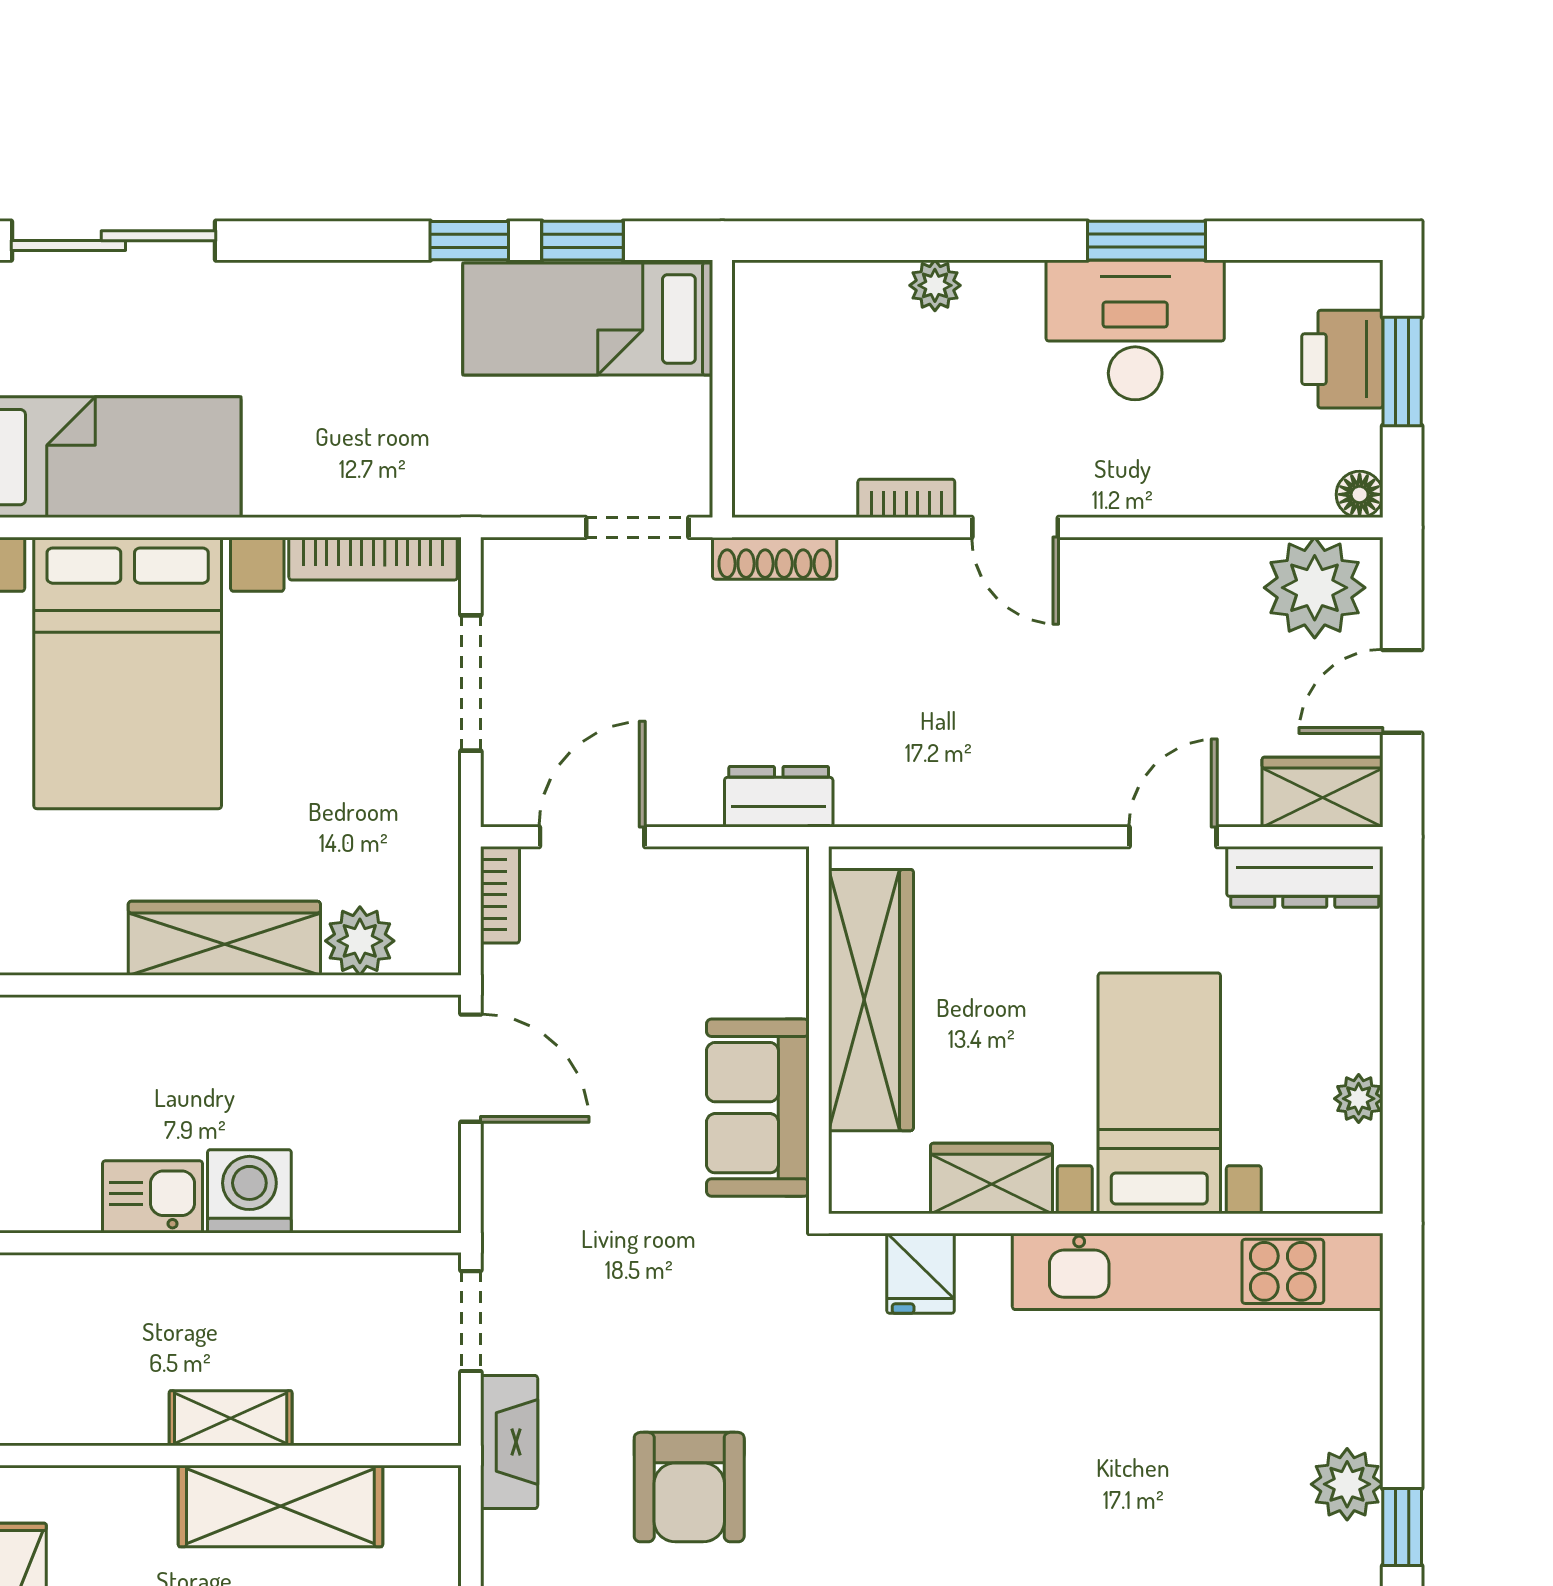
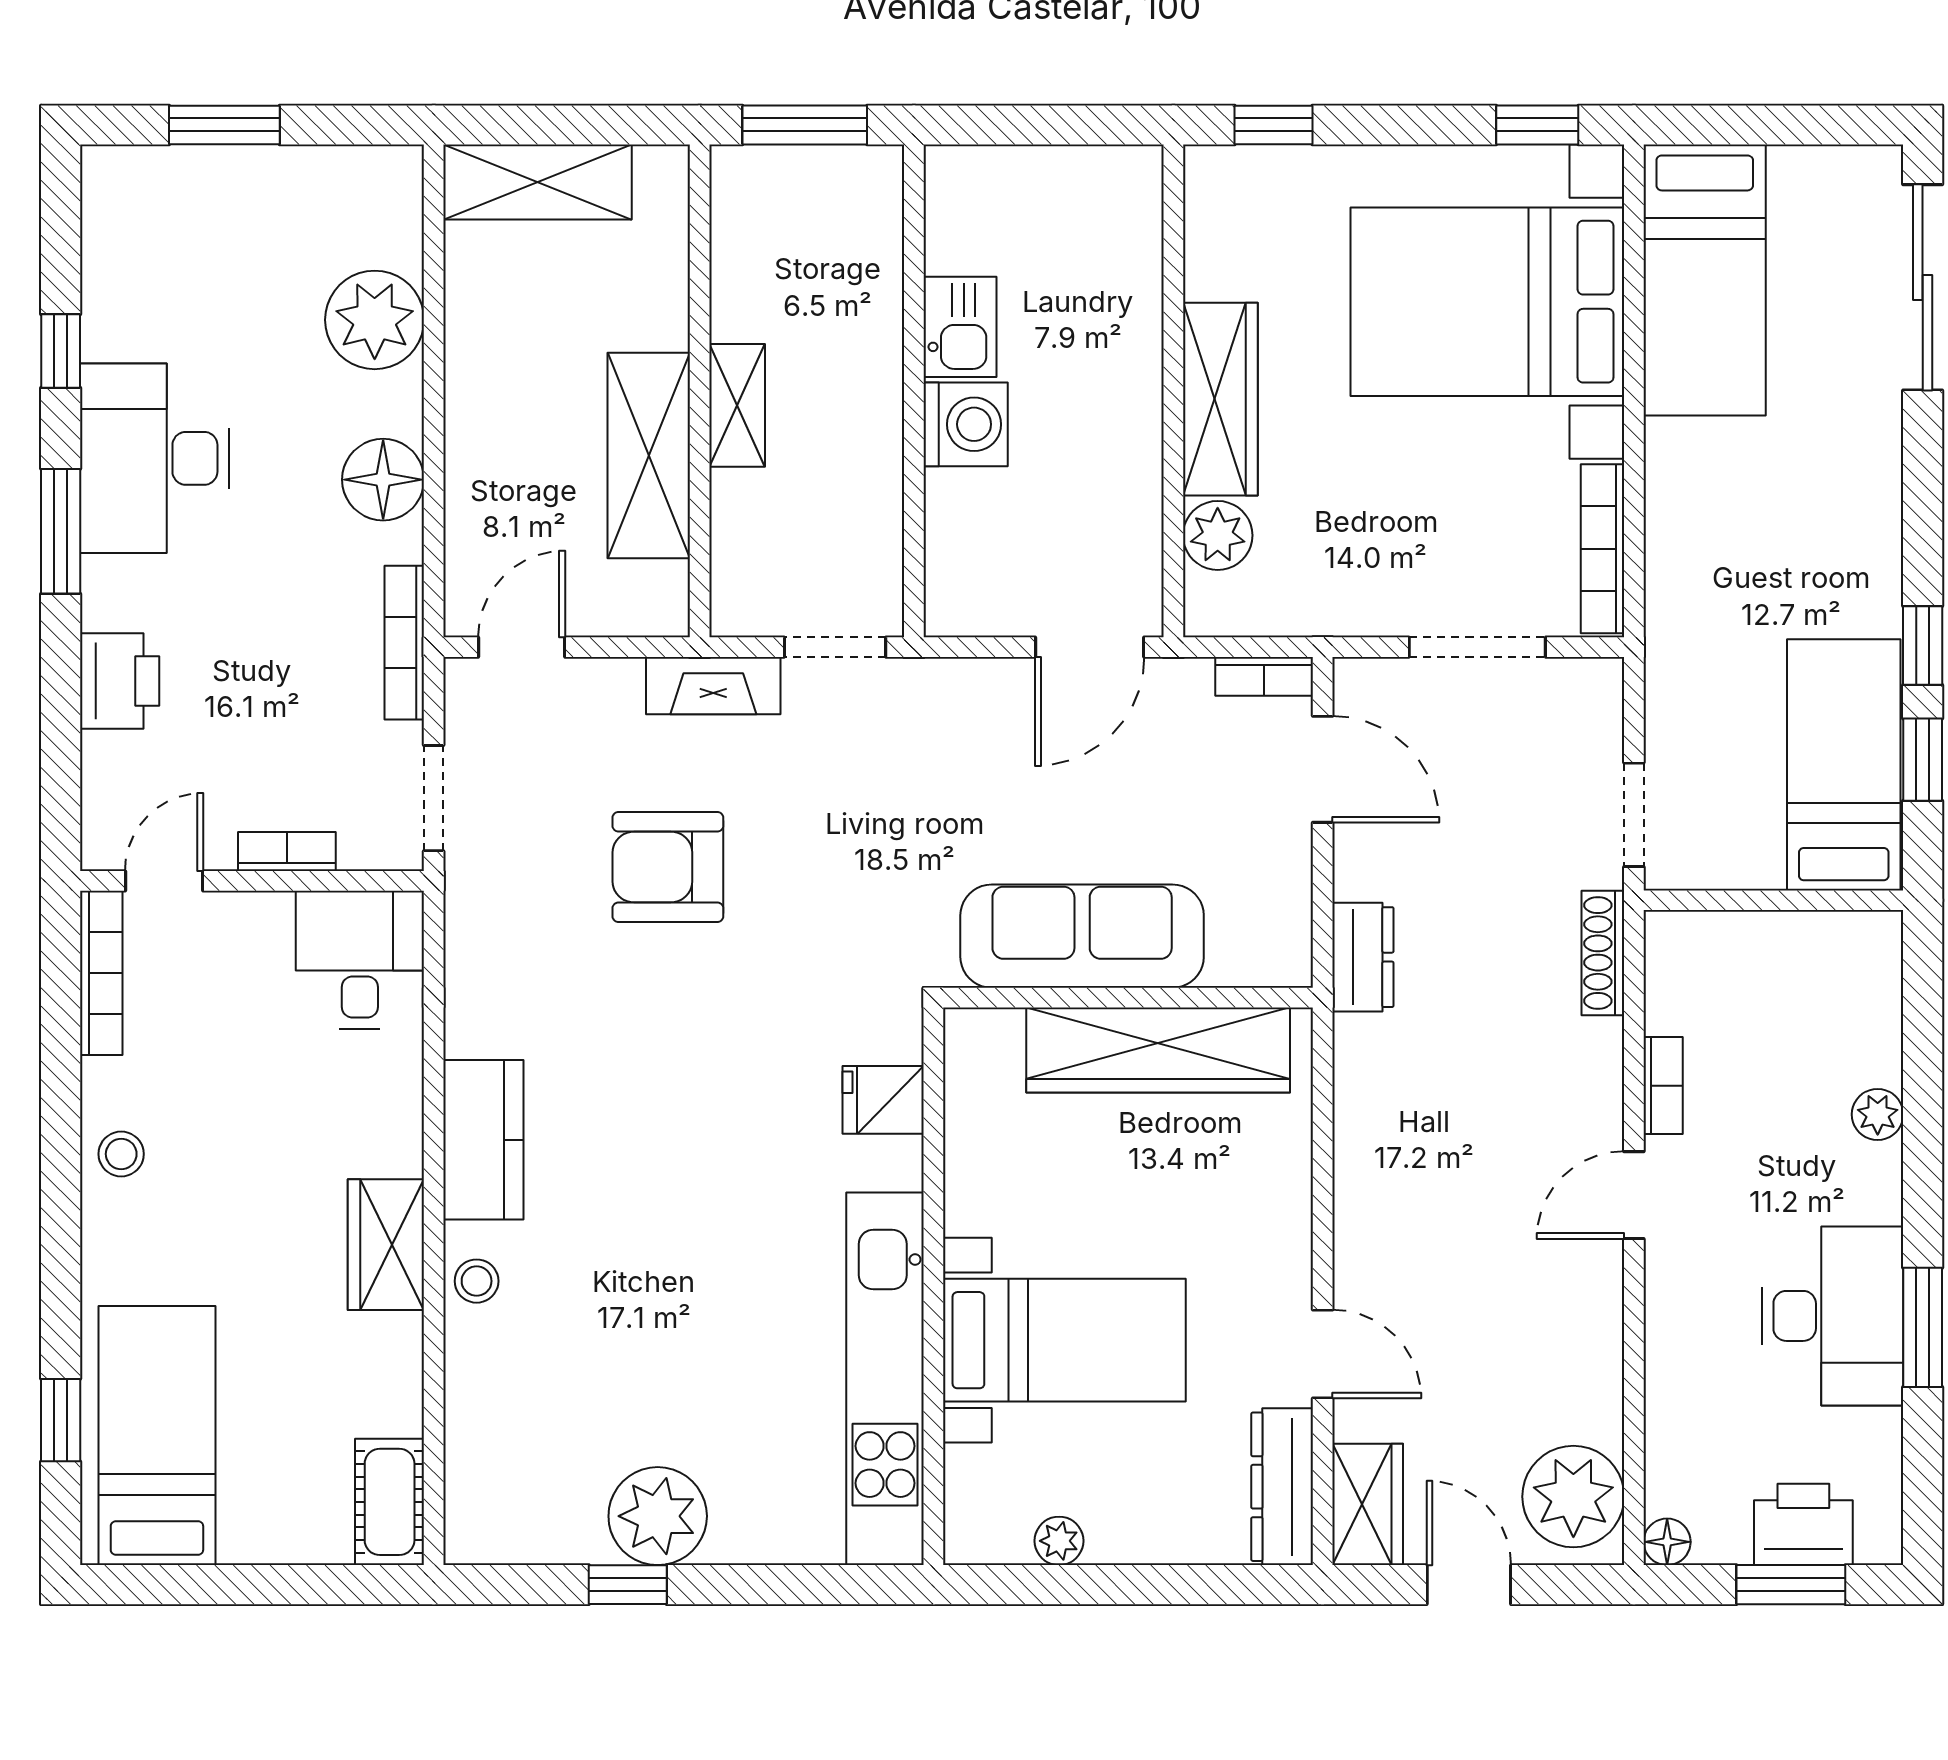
sofa: (758, 1108) -> (1082, 936), width x1.36
wardrobe: (991, 1178) -> (979, 1171), removed
plant: (1347, 1484) -> (658, 1516), width x1.36, depth x1.36

